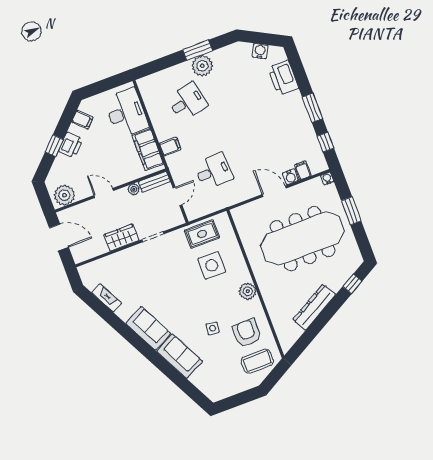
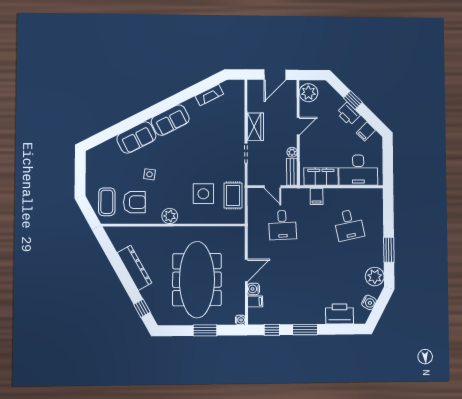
plant: (202, 66) -> (375, 277), moved

